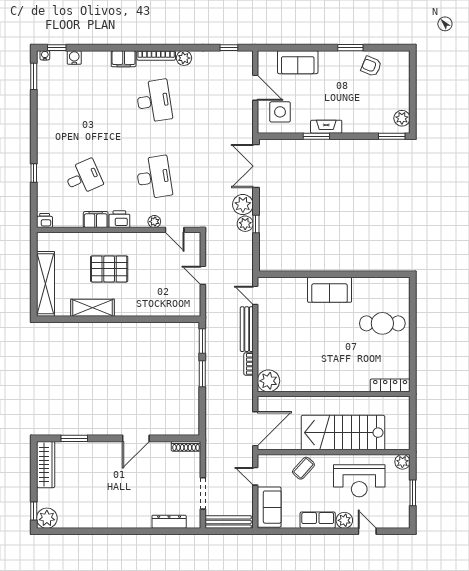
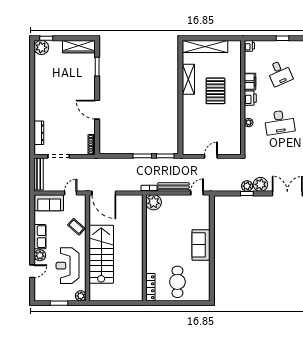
door: (175, 230) -> (243, 137), removed
plant: (268, 381) -> (154, 202), moved
locker: (390, 385) -> (150, 287), moved
wall: (334, 394) -> (144, 248), moved

